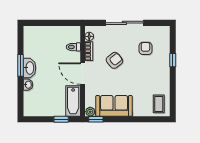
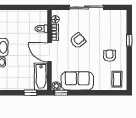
armchair: (146, 48) -> (110, 56), moved

